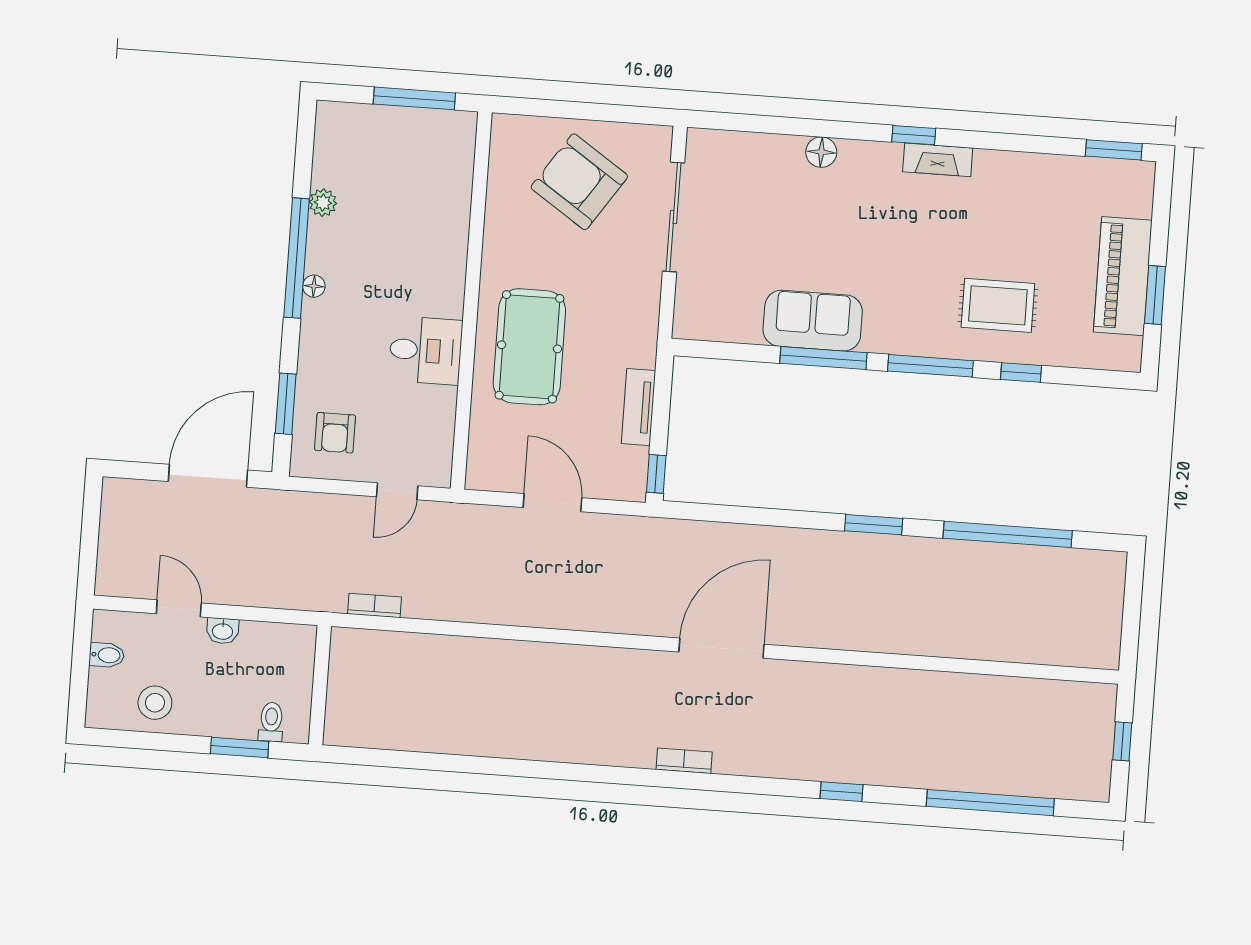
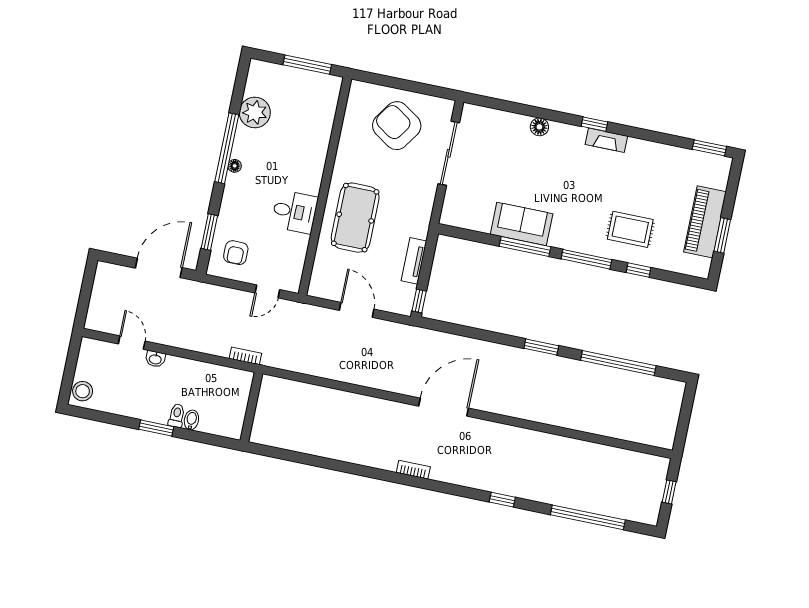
plant: (323, 203) -> (255, 113), width x1.88, depth x1.88
bidet: (107, 655) -> (191, 420), moved, turned -90
wall: (320, 685) -> (251, 407), moved
stool: (155, 703) -> (83, 391), moved

